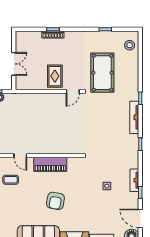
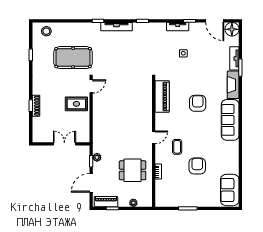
door: (73, 91) -> (91, 86), hinge flipped
piano: (50, 164) -> (162, 96), moved
armchair: (55, 201) -> (198, 103), turned -100
door: (140, 218) -> (215, 21), hinge flipped

